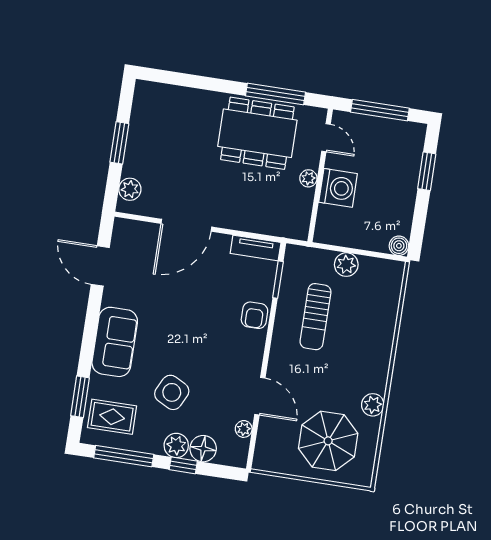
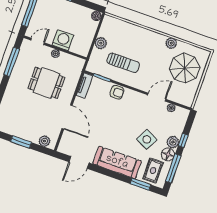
dining table: (257, 133) -> (46, 83), moved, width x0.73
sofa: (115, 342) -> (117, 162), width x1.36
floor lamp: (203, 449) -> (168, 154), moved

